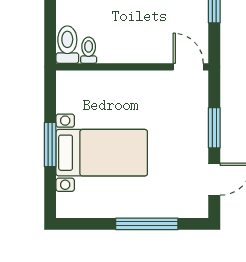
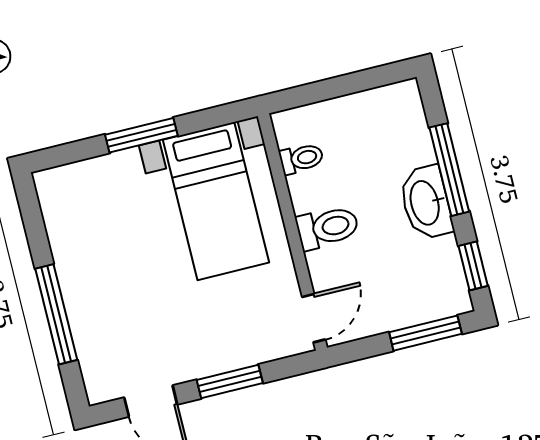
toilet: (67, 45) -> (327, 228), moved
bed with nightstands: (102, 153) -> (216, 201), moved

